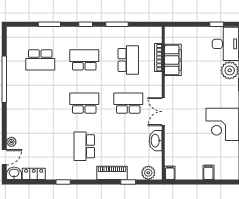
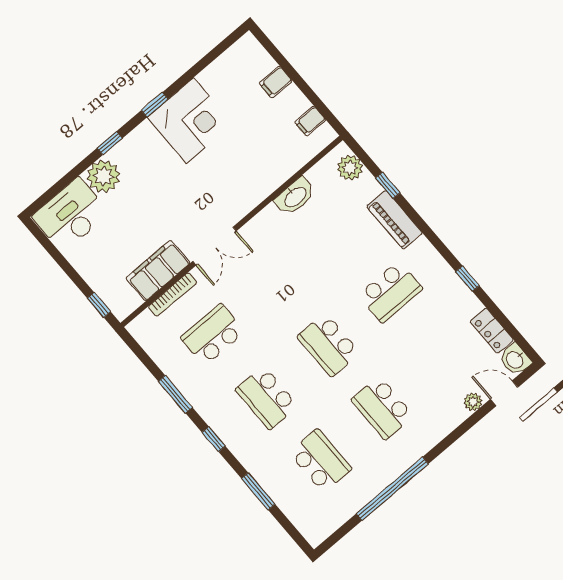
window: (217, 24) -> (99, 305), moved
school desk: (128, 103) -> (382, 408), moved
double door: (163, 112) -> (214, 246), moved
filing cabinet: (170, 173) -> (310, 121), moved

